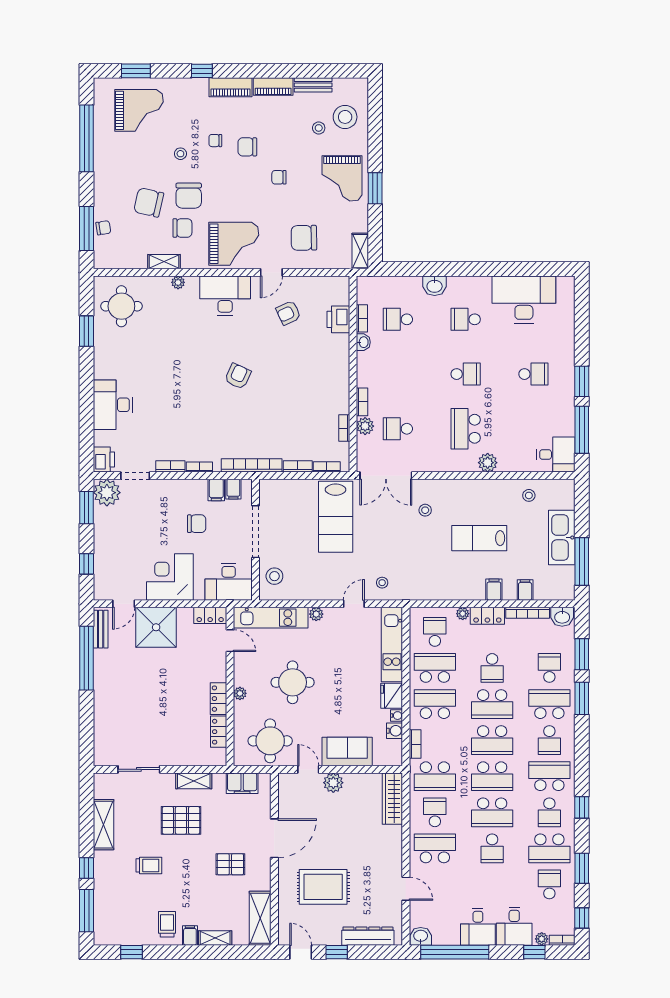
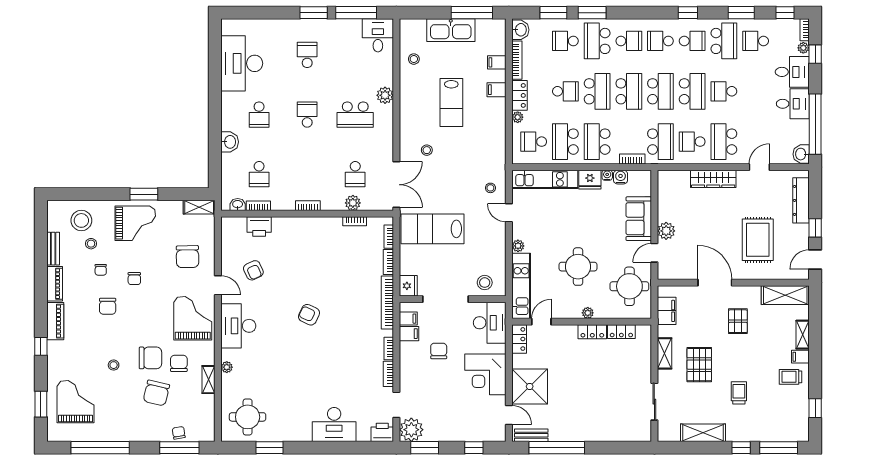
chair: (215, 141) -> (101, 270), moved
washbasin: (363, 342) -> (238, 204), moved
bookcase: (362, 402) -> (308, 206), moved
fridge: (271, 489) -> (408, 286), added
lab bench: (336, 517) -> (433, 229), turned 180
school desk: (549, 776) -> (660, 41), width x0.54
wardrobe: (392, 799) -> (713, 179), moved
school desk: (492, 848) -> (724, 91), turned 180

